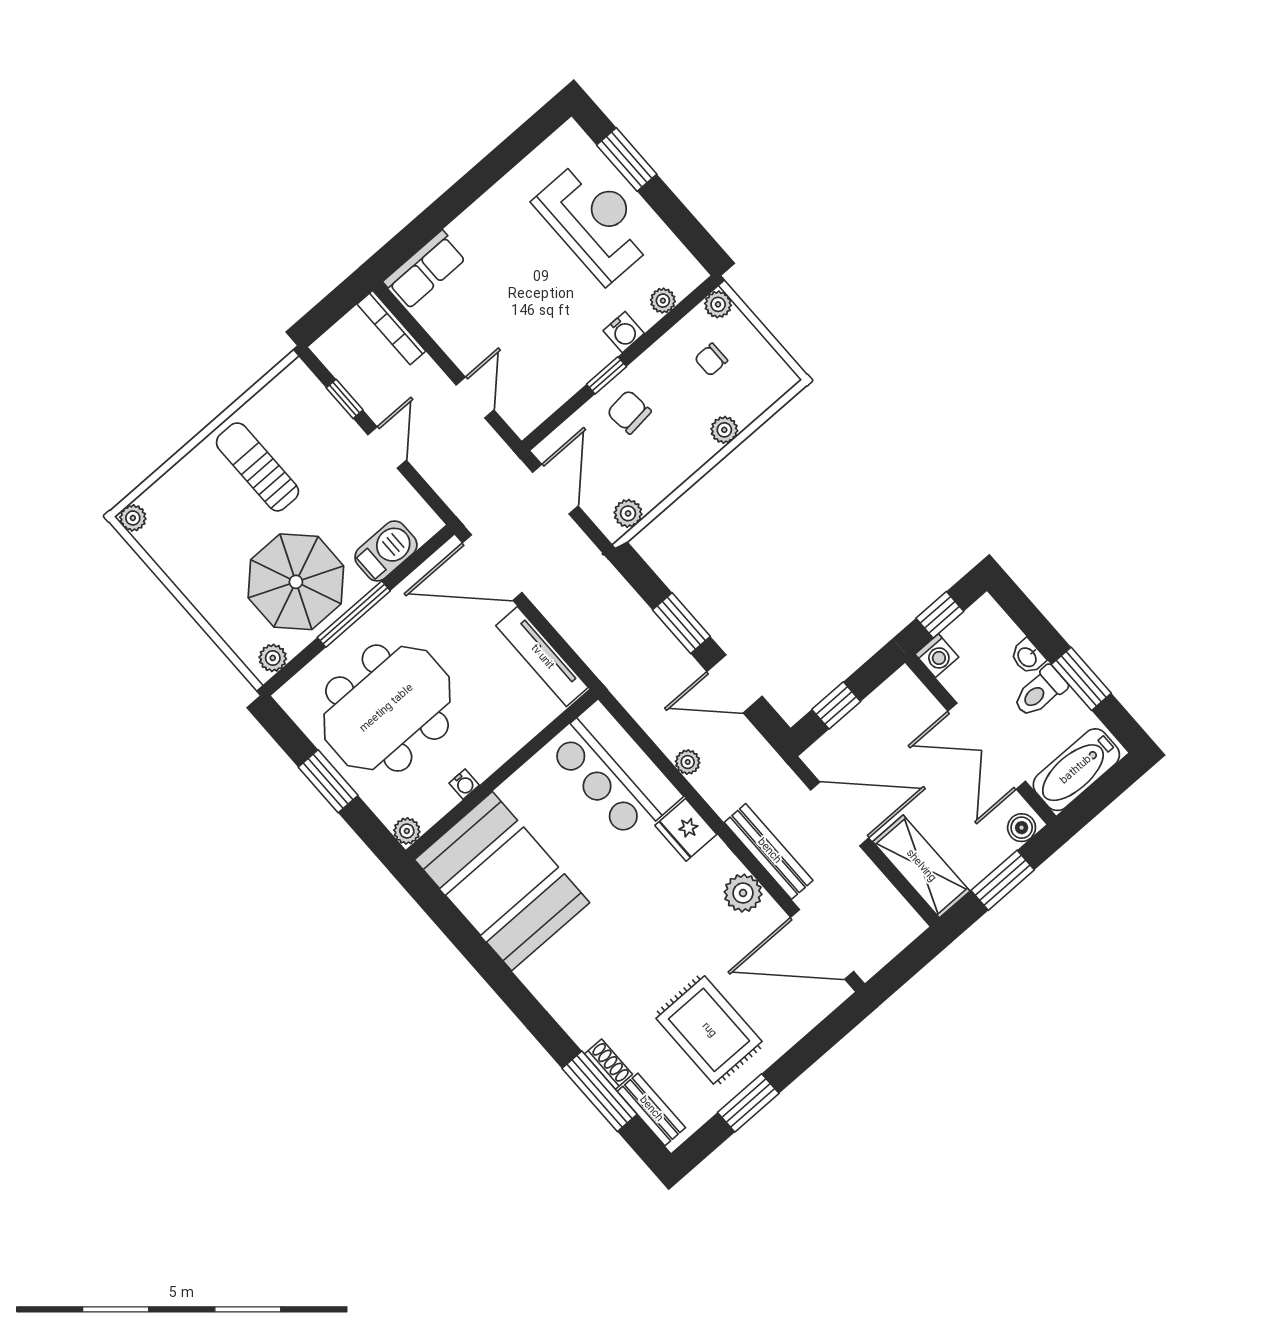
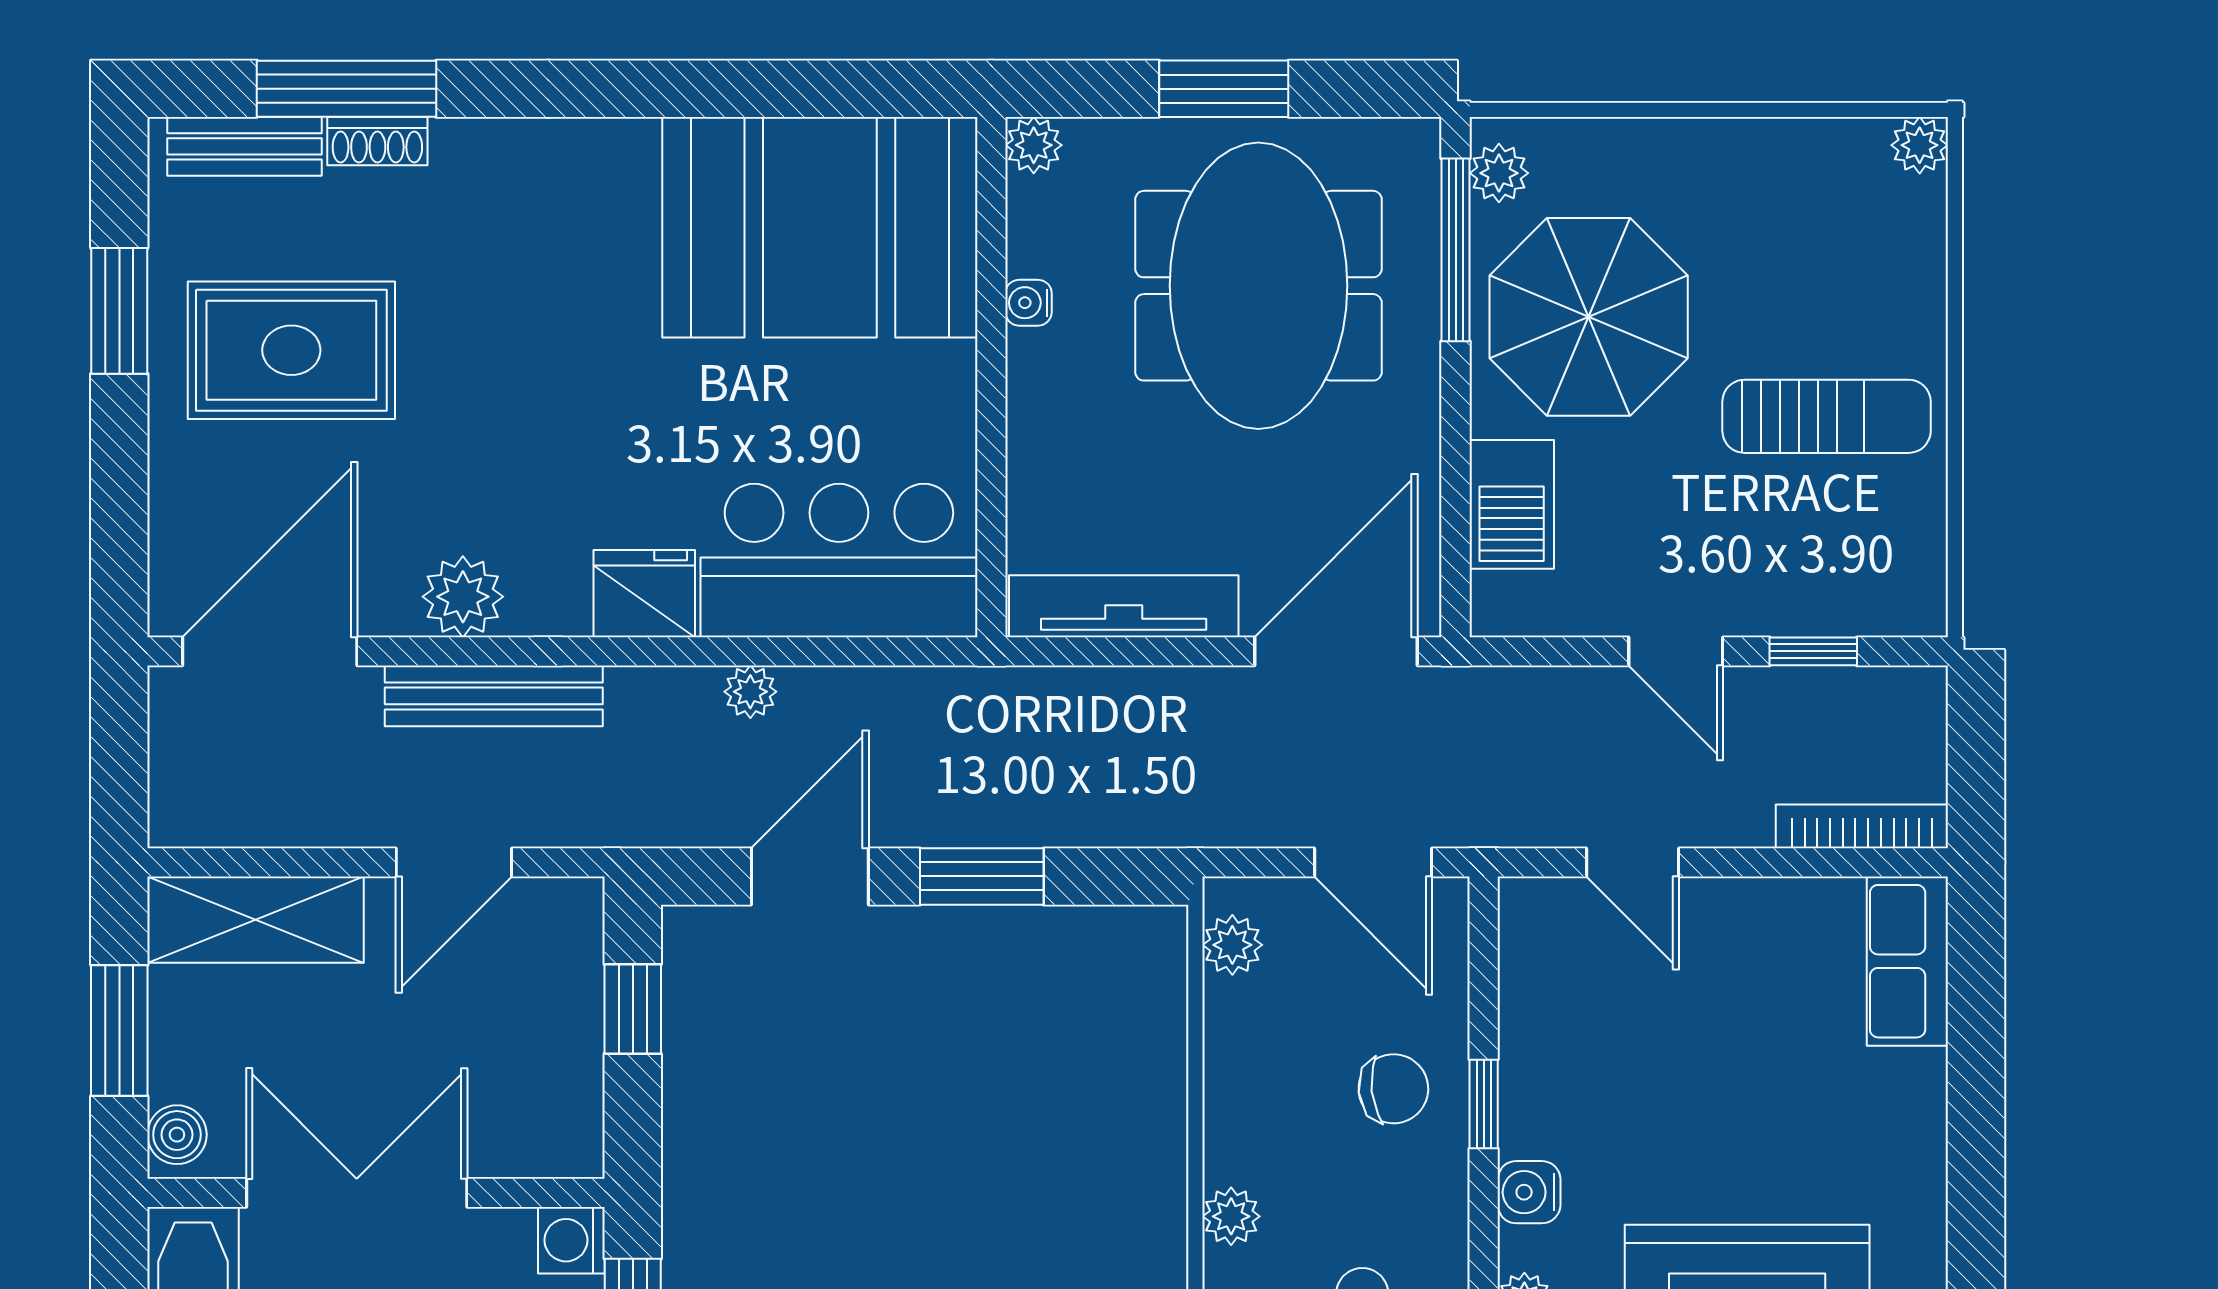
window: (354, 614) -> (1456, 250), moved
door: (840, 814) -> (454, 862), width x0.73

